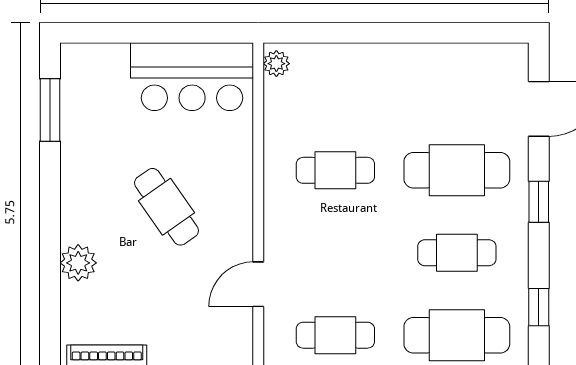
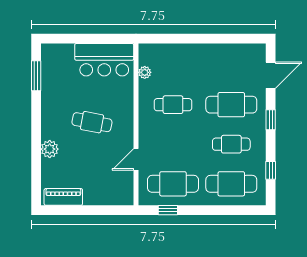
plant: (276, 64) -> (145, 72), moved
cafe table: (167, 207) -> (92, 122), turned -44
cafe table: (335, 335) -> (173, 184), width x1.37, depth x1.35

